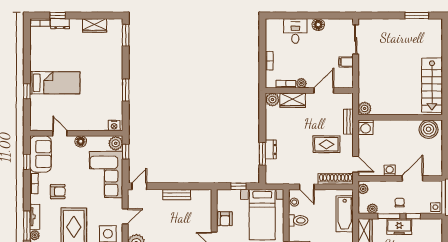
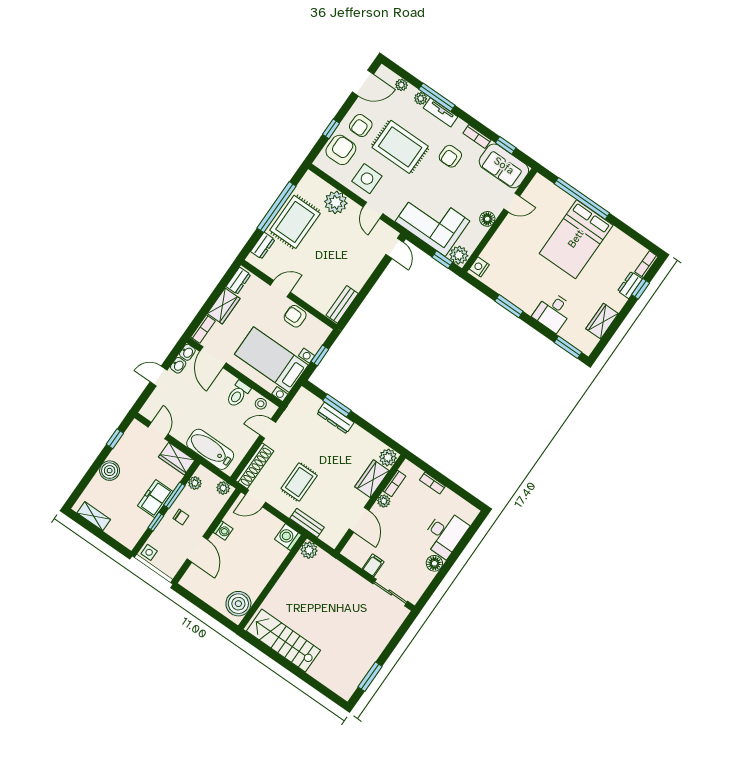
desk: (295, 31) -> (445, 534), width x1.37
desk: (110, 60) -> (553, 312), added
bed: (55, 83) -> (576, 239), width x1.50
window: (27, 91) -> (582, 198), width x3.17
dresser: (271, 149) -> (335, 418), width x1.44
bench: (177, 195) -> (342, 304), moved

